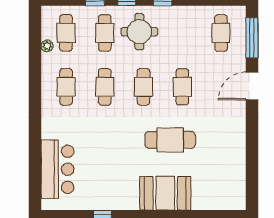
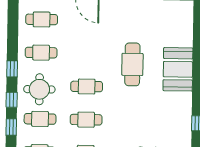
cafe table: (182, 87) -> (41, 53), moved

